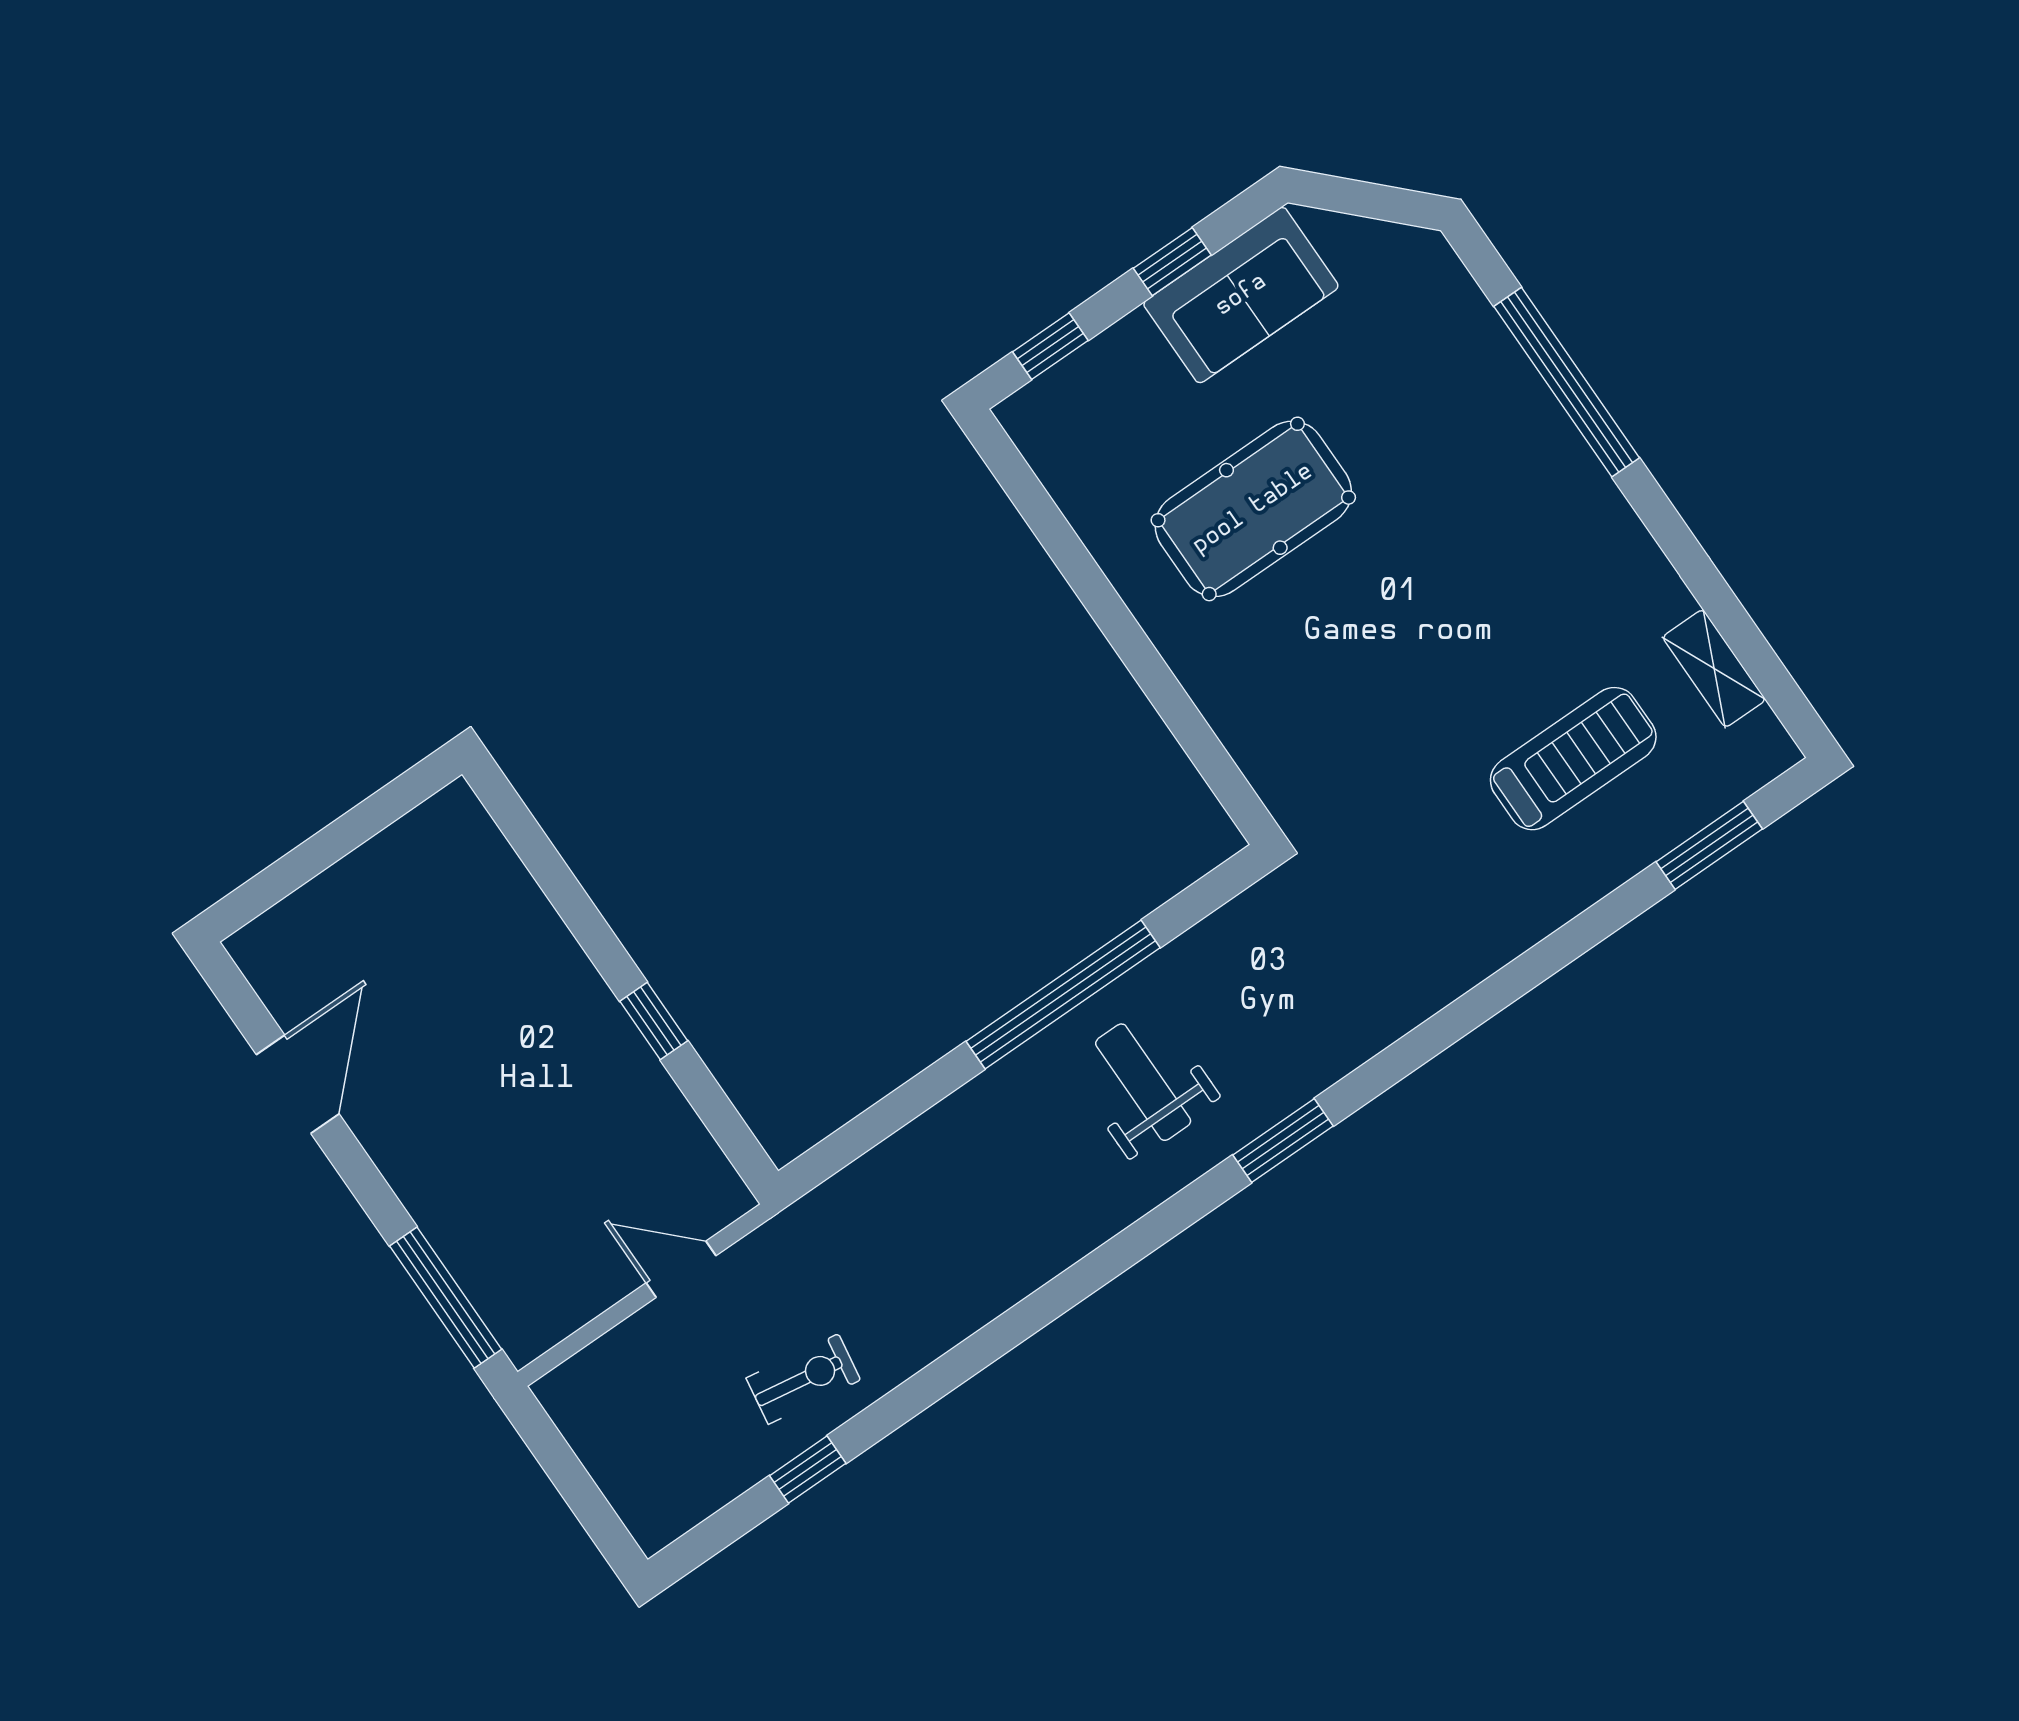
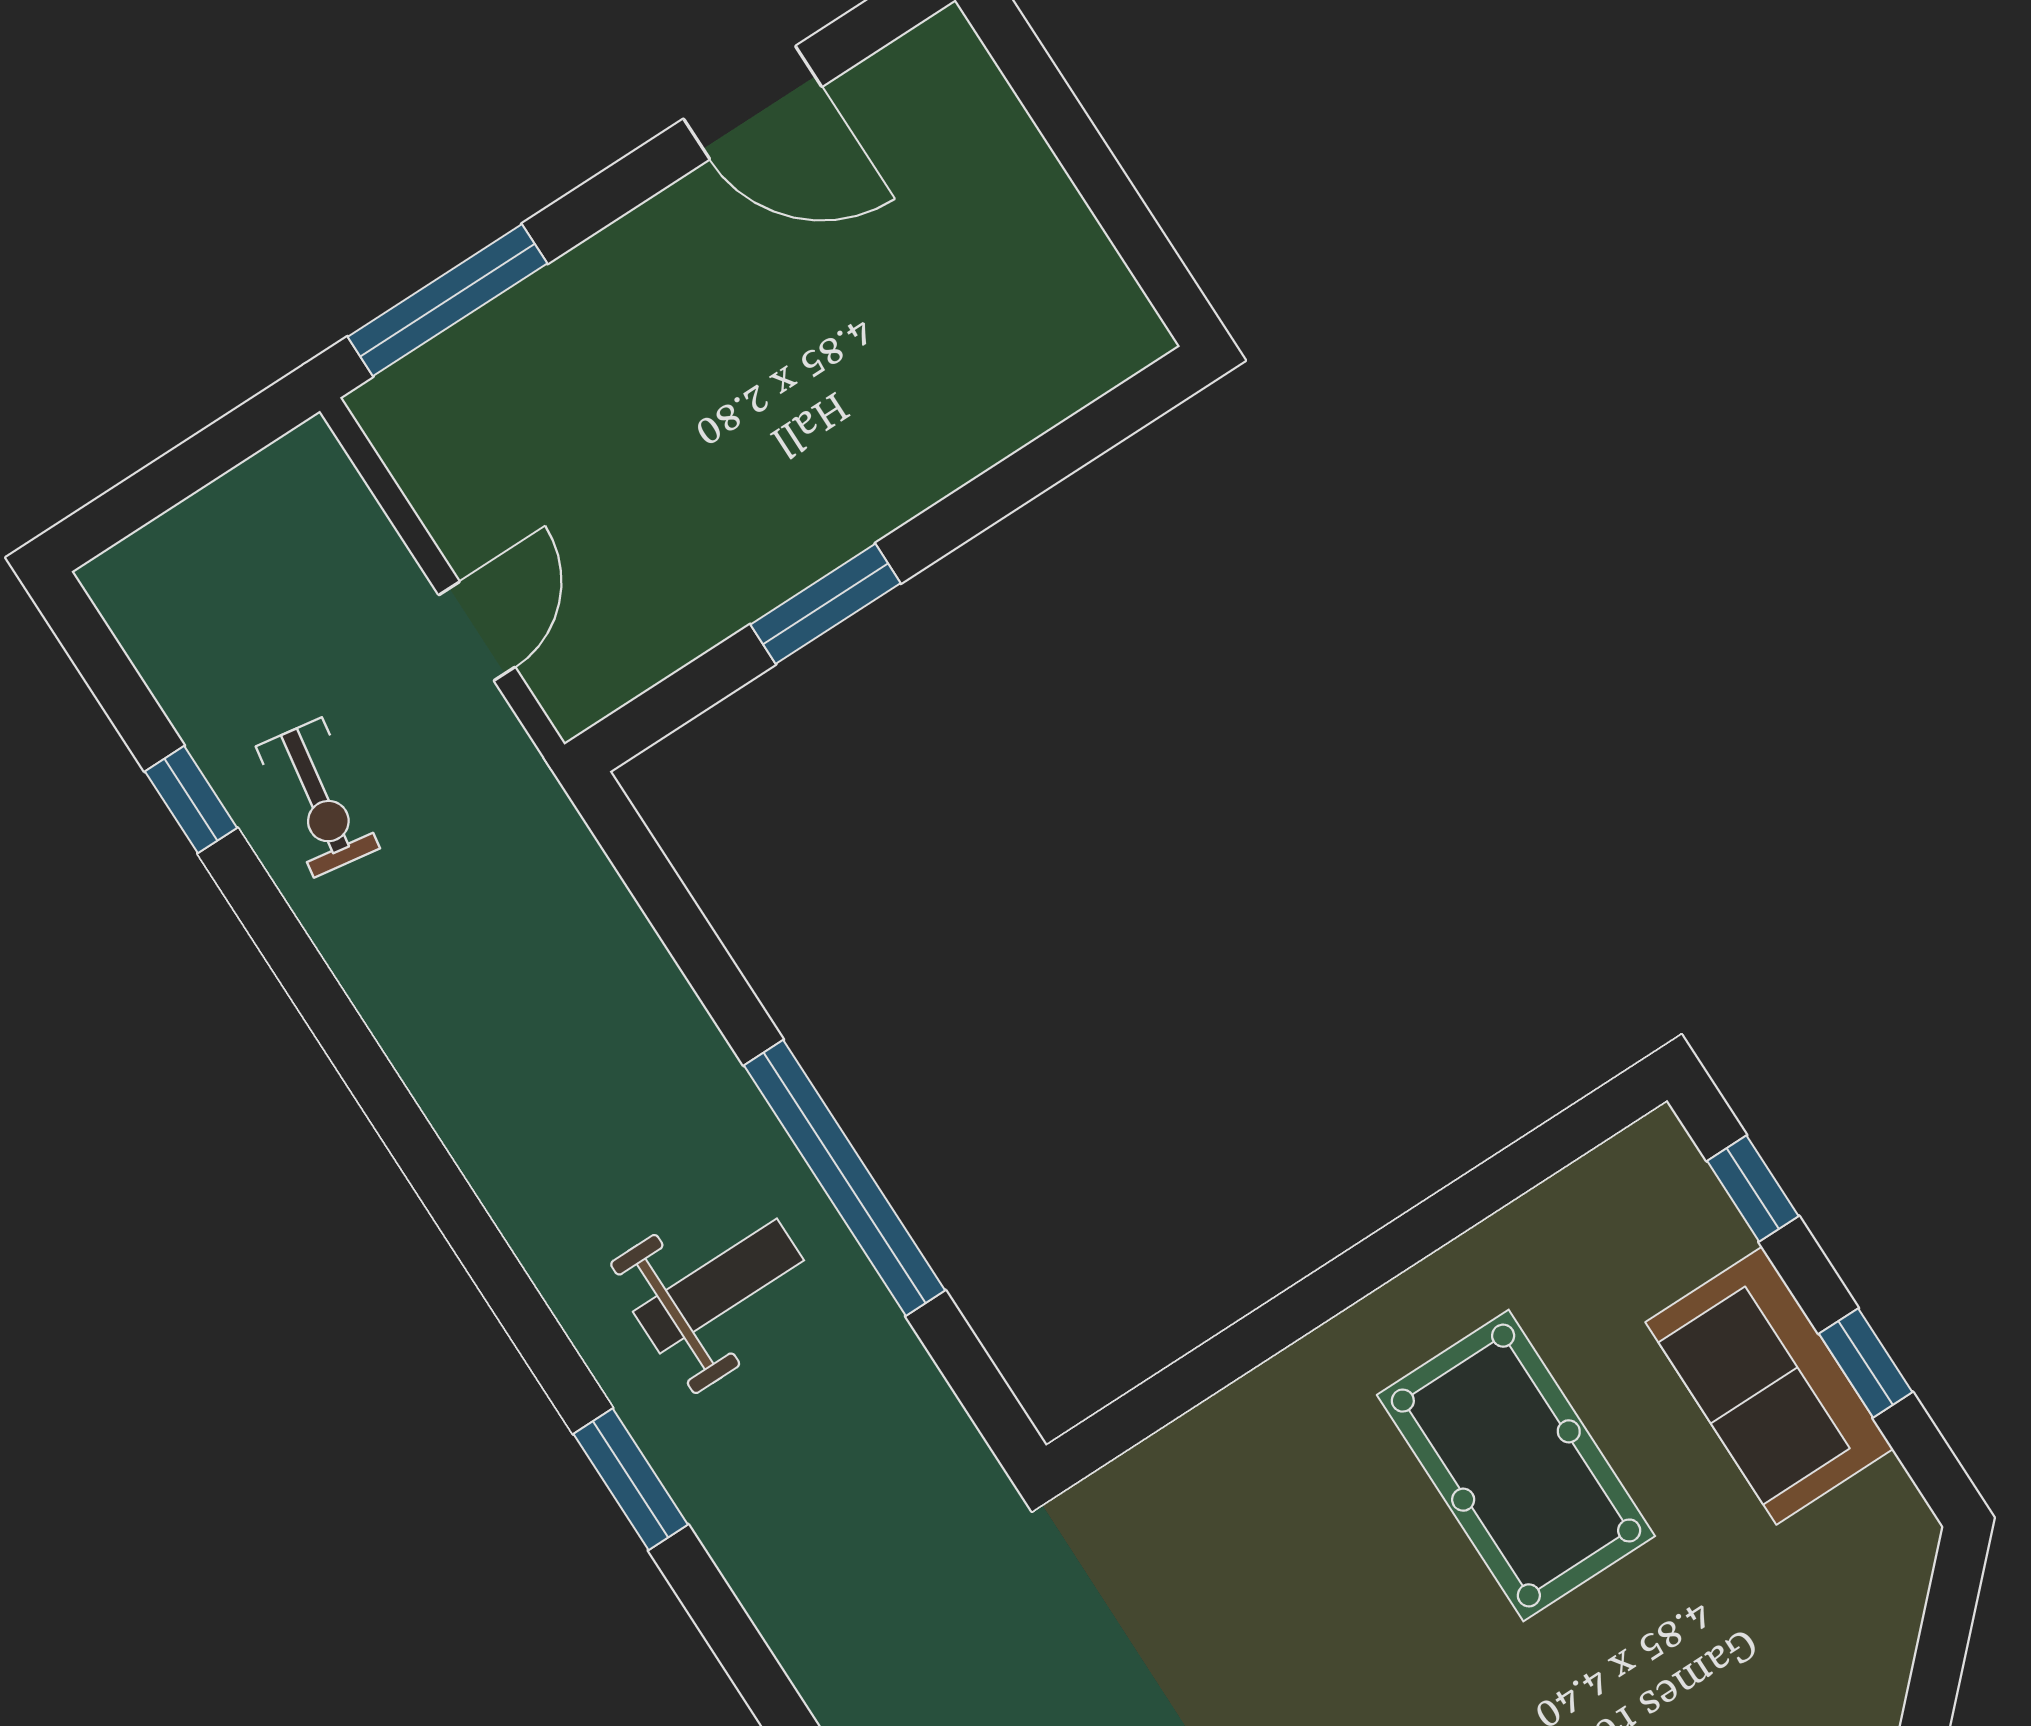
sofa: (1241, 295) -> (1769, 1386), moved
window: (654, 1021) -> (826, 604), width x1.50

